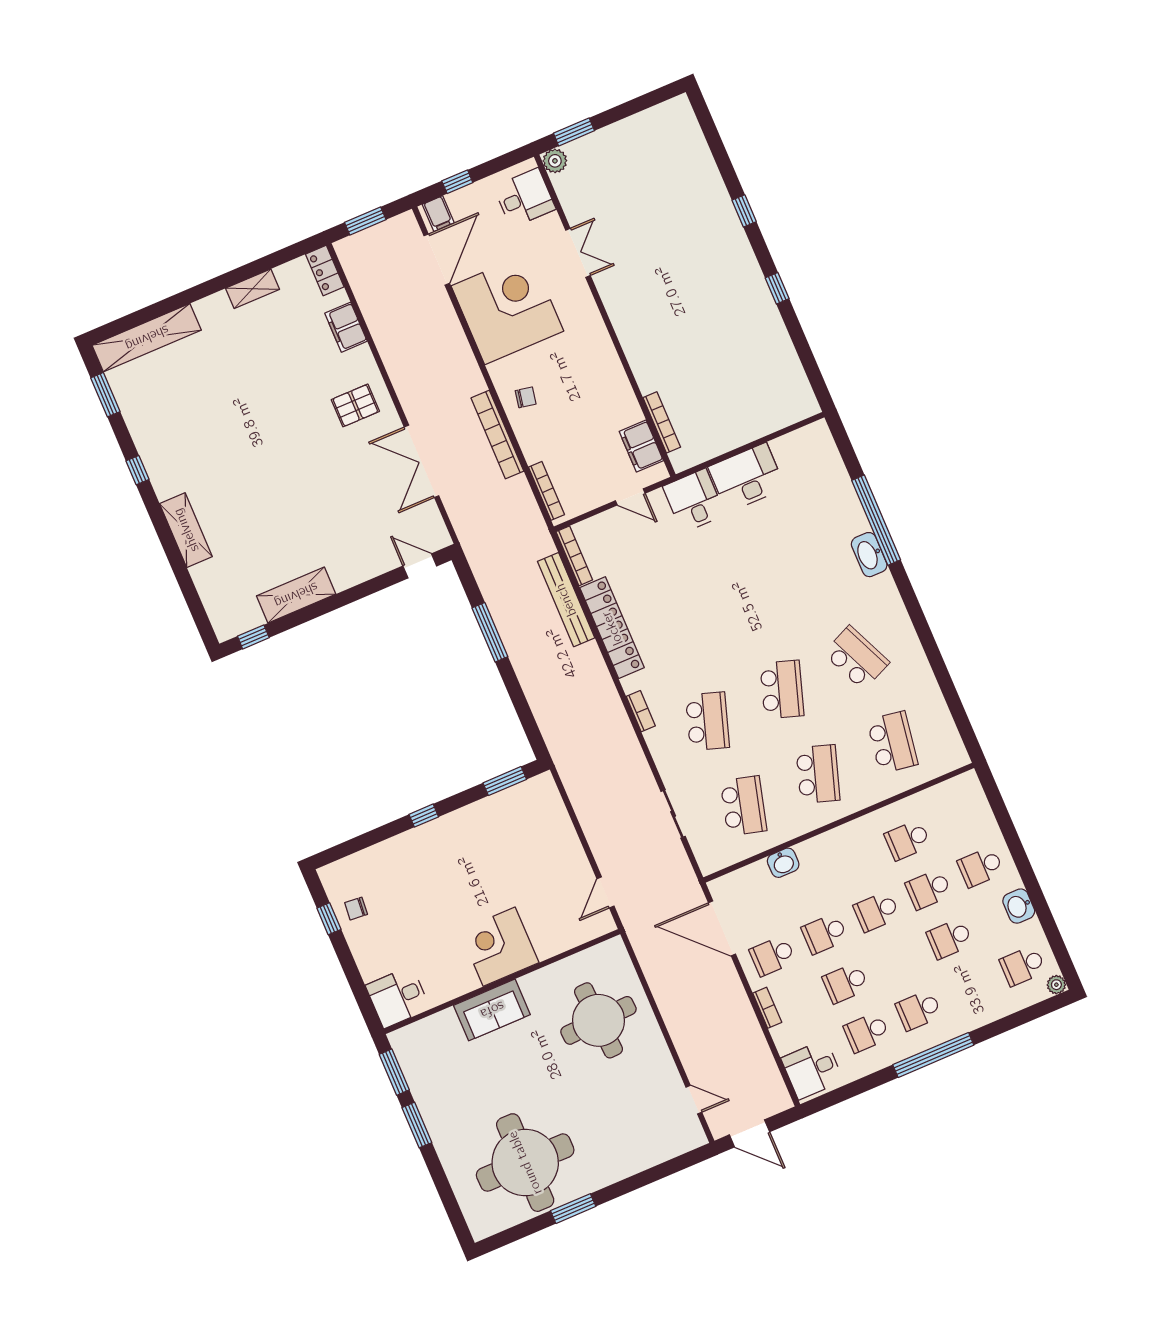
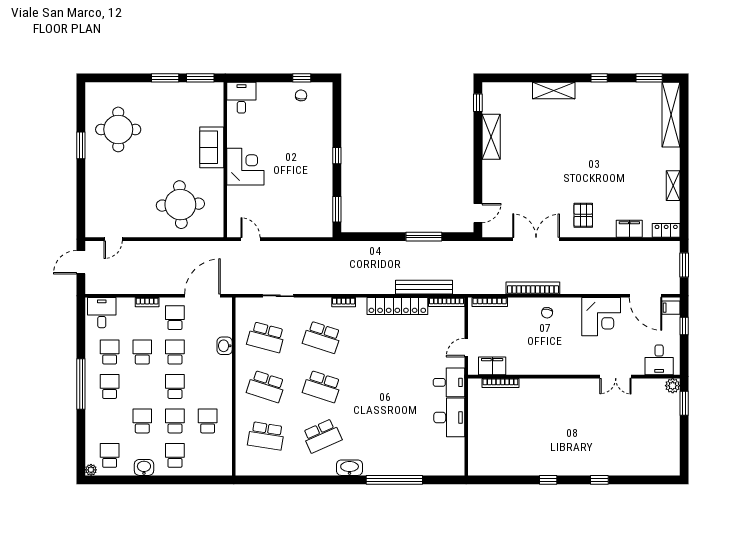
corner desk: (507, 309) -> (601, 317), width x0.74, depth x0.74
washbasin: (869, 555) -> (350, 468), moved
round table: (525, 1163) -> (118, 129), width x0.73, depth x0.73

